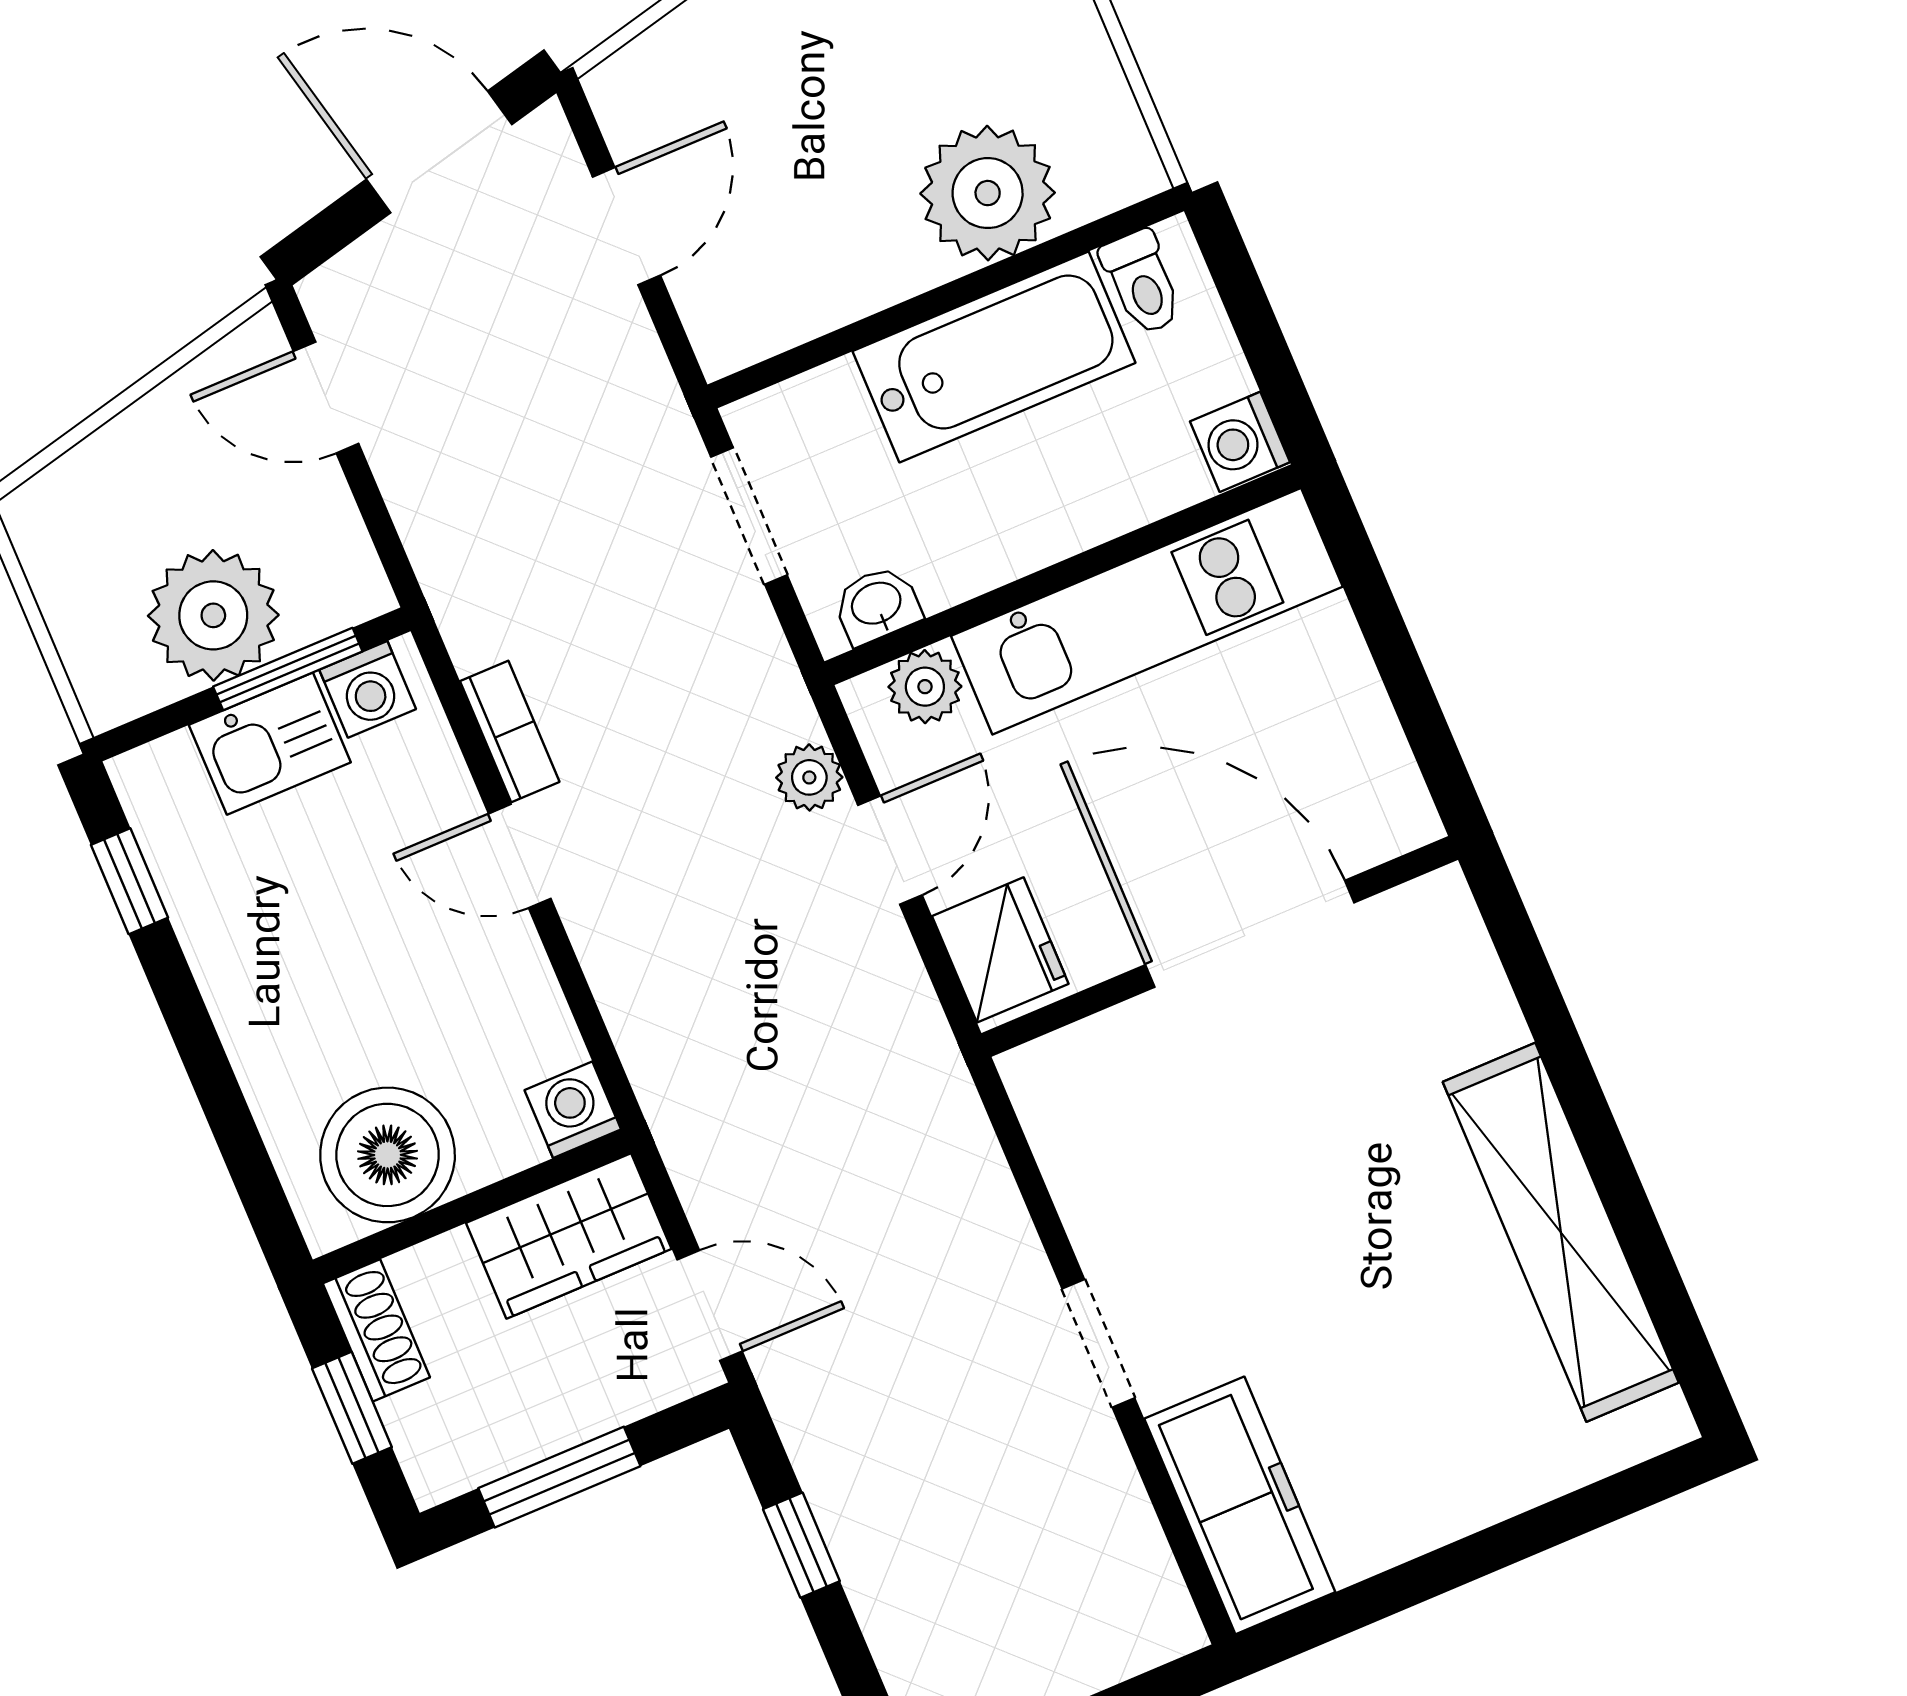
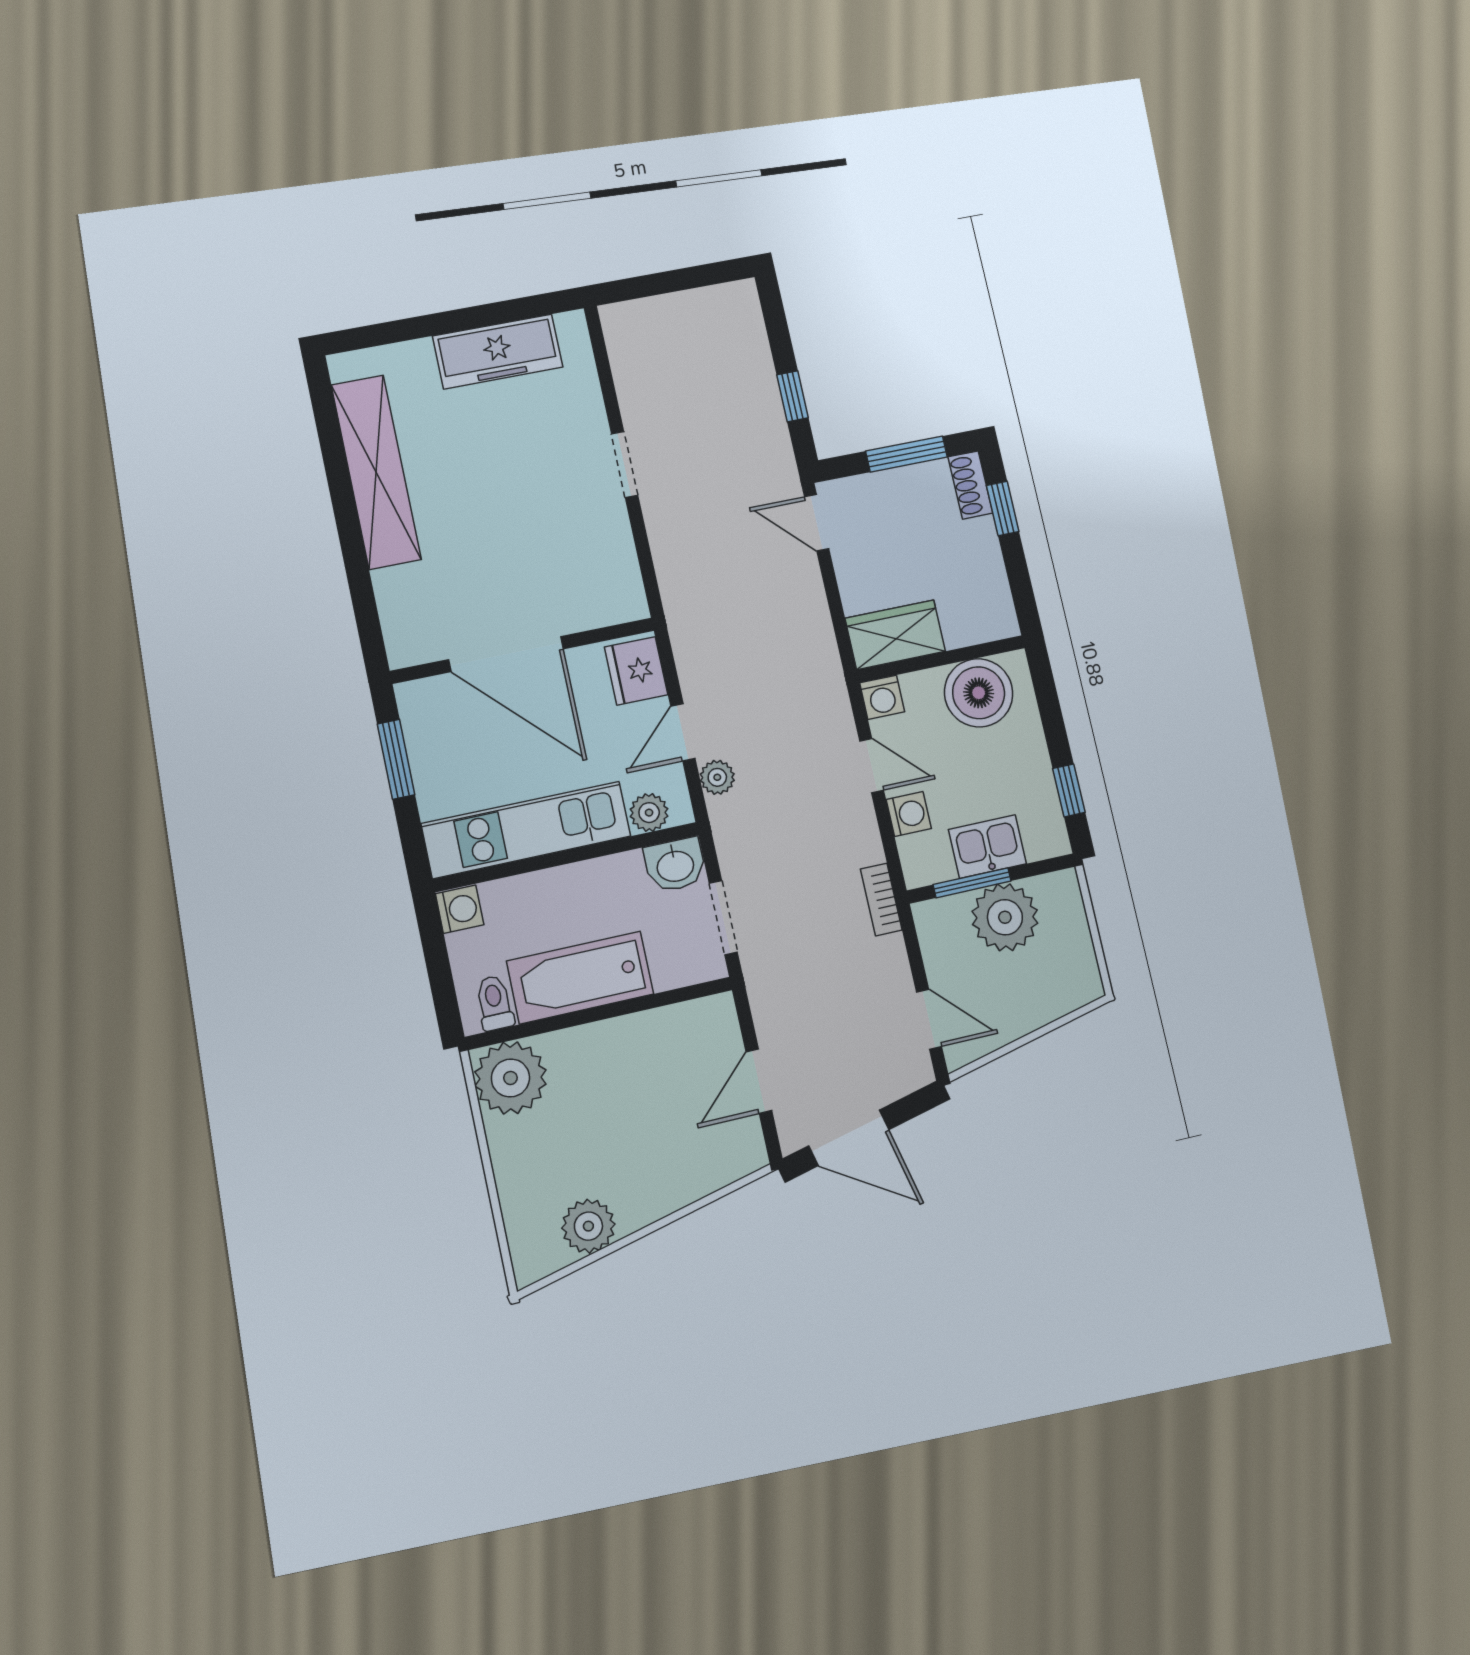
plant: (988, 193) -> (510, 1078), moved
washbasin: (877, 605) -> (675, 865), width x1.38, depth x1.45
washing machine: (368, 689) -> (909, 814), moved, turned 90
window: (1413, 697) -> (396, 759), added
bookcase: (510, 731) -> (881, 900), moved
washing machine: (573, 1110) -> (882, 697), moved
boiler: (388, 1155) -> (979, 693), moved
wall: (472, 1206) -> (941, 659), moved
wardrobe: (569, 1236) -> (895, 635), moved
shoe rack: (376, 1330) -> (970, 485), moved
freezer: (1240, 1505) -> (498, 352), moved, turned -90

